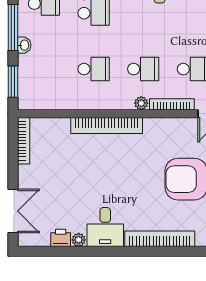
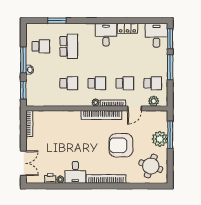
bookcase: (107, 125) -> (101, 115), moved

